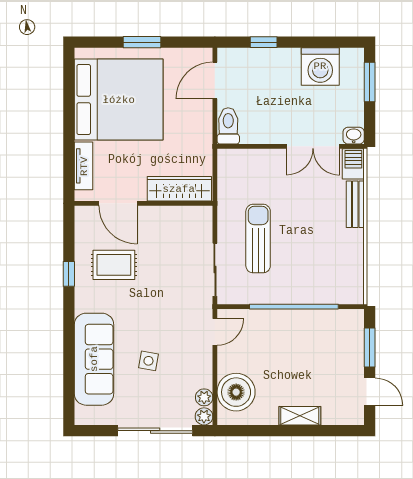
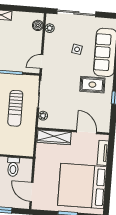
door: (215, 81) -> (31, 192), swing flipped
toilet: (228, 126) -> (13, 167), moved
rug: (114, 265) -> (92, 85), moved
boiler: (236, 392) -> (38, 25), width x0.54, depth x0.54
plant: (204, 416) -> (43, 116), moved

